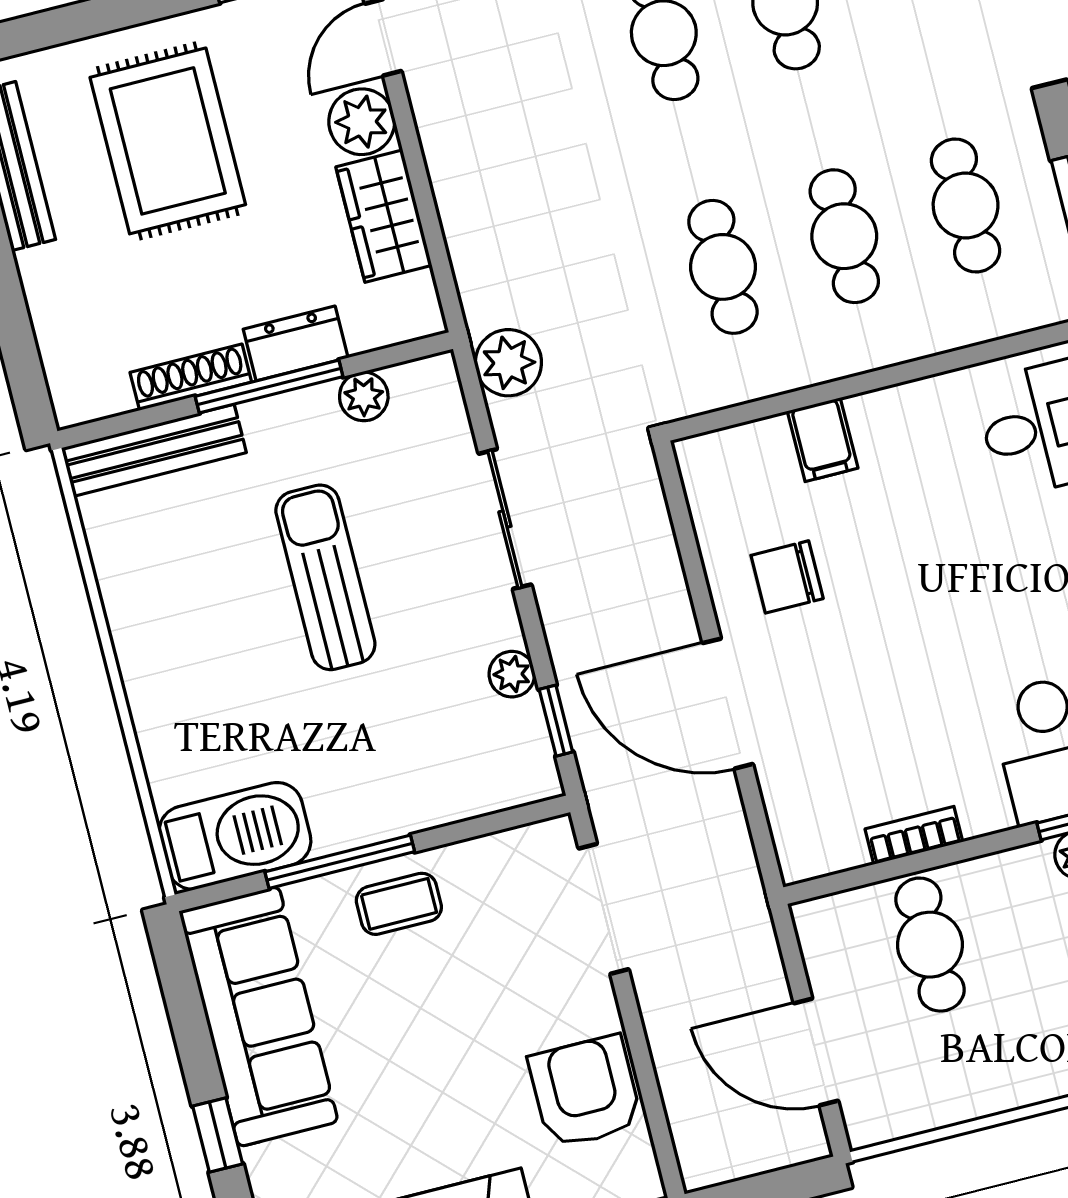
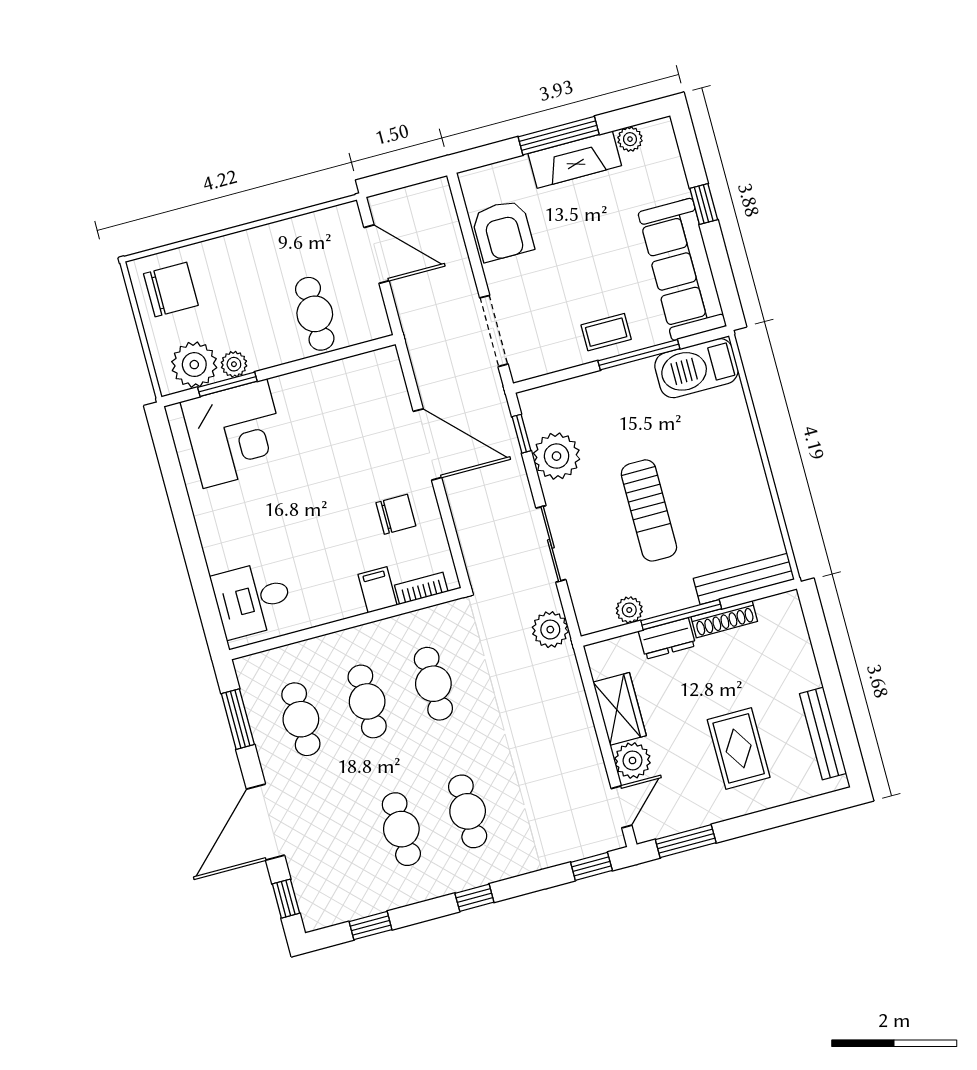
rug: (168, 141) -> (739, 748), width x0.73, depth x0.70
plant: (512, 674) -> (557, 456), width x1.87, depth x1.87
bookcase: (914, 835) -> (421, 588), moved, turned 180

